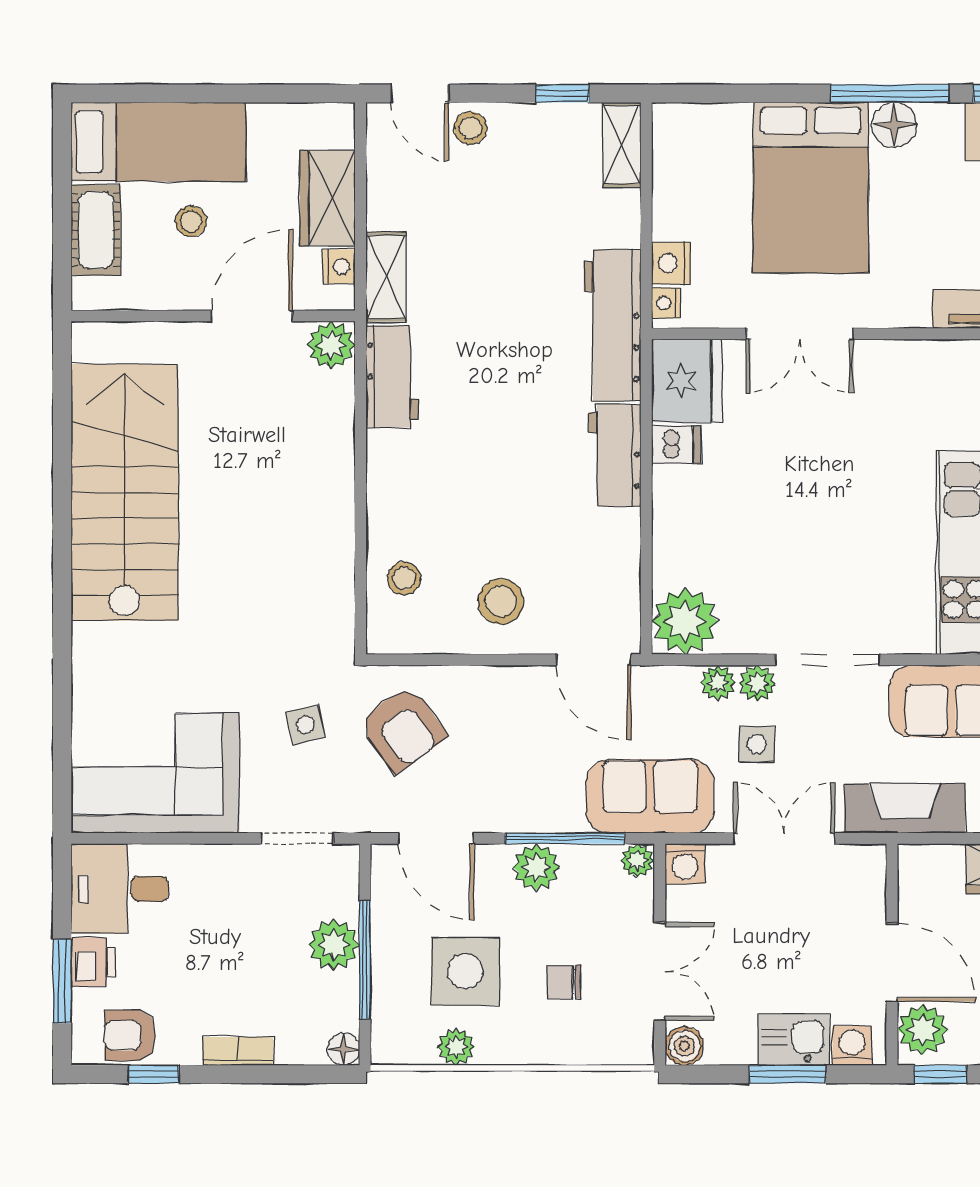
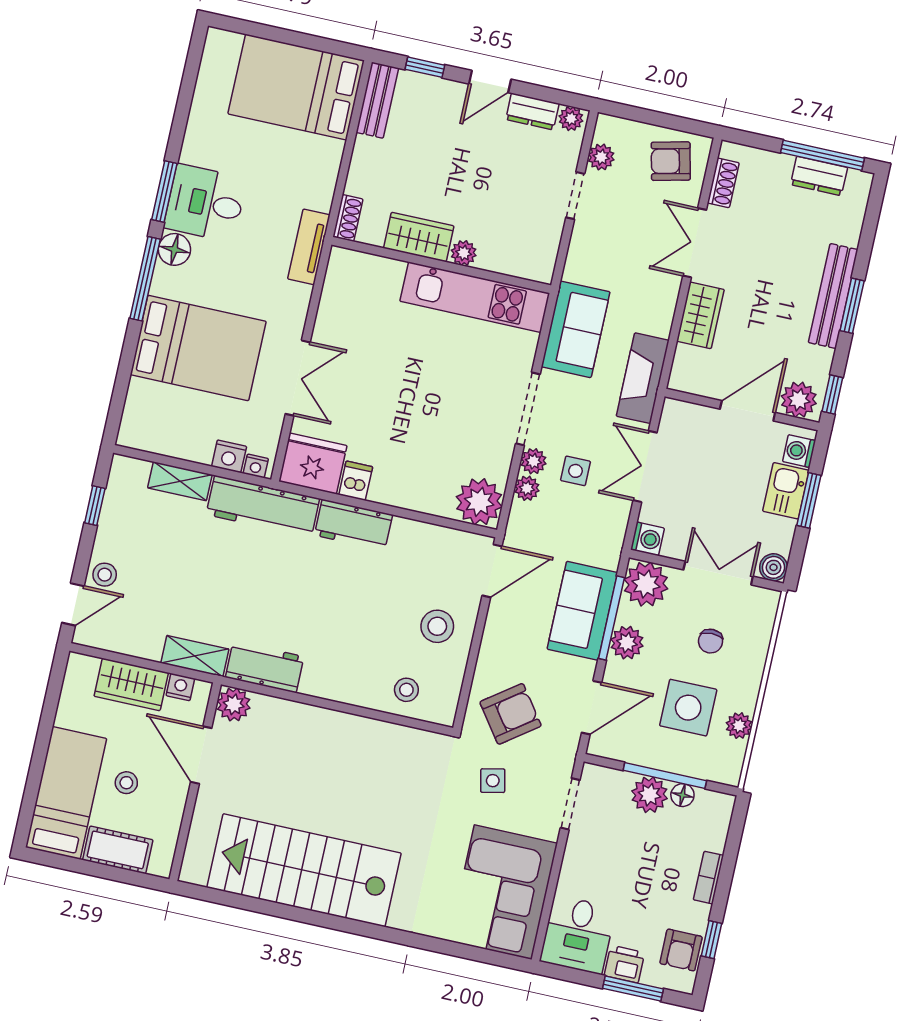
floor lamp: (894, 125) -> (174, 249), moved
shelving: (622, 145) -> (180, 481), moved
sofa: (650, 796) -> (582, 611), moved
plant: (637, 861) -> (646, 584), width x1.88, depth x1.88
floor lamp: (343, 1049) -> (682, 795), moved

